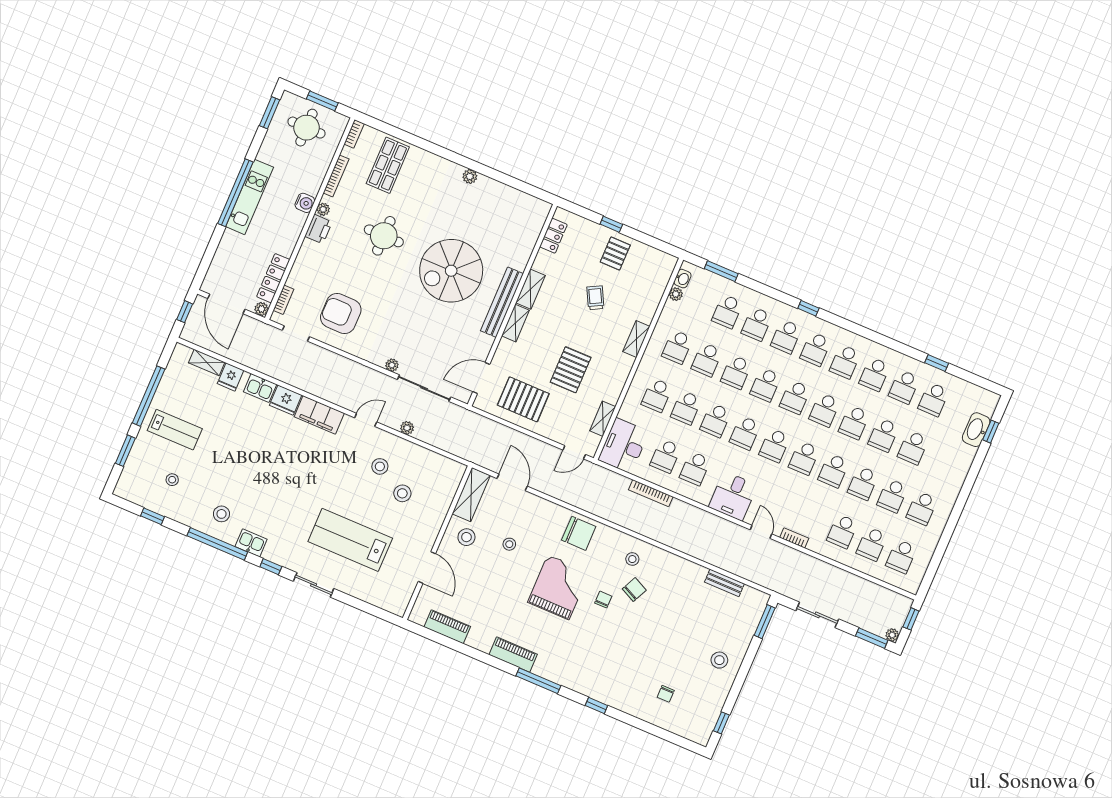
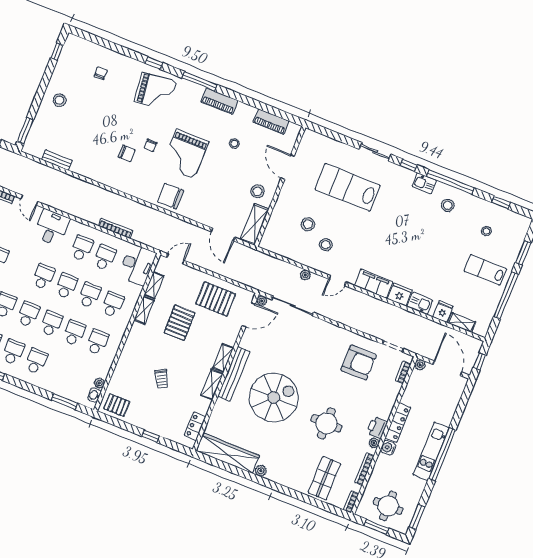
wardrobe: (511, 200) -> (228, 453), added
pallet: (615, 253) -> (117, 405), moved, turned 90
locker: (273, 278) -> (398, 423), moved
school desk: (727, 311) -> (59, 370), removed
shelving: (636, 339) -> (144, 310), moved
plant: (392, 365) -> (262, 301), moved
school desk: (775, 445) -> (20, 267), removed
lab bench: (350, 540) -> (348, 187), turned 180
stool: (509, 544) -> (234, 143), moved
stool: (632, 559) -> (129, 177), removed
chair: (634, 590) -> (127, 153), turned -116
grand piano: (595, 669) -> (155, 91), added

